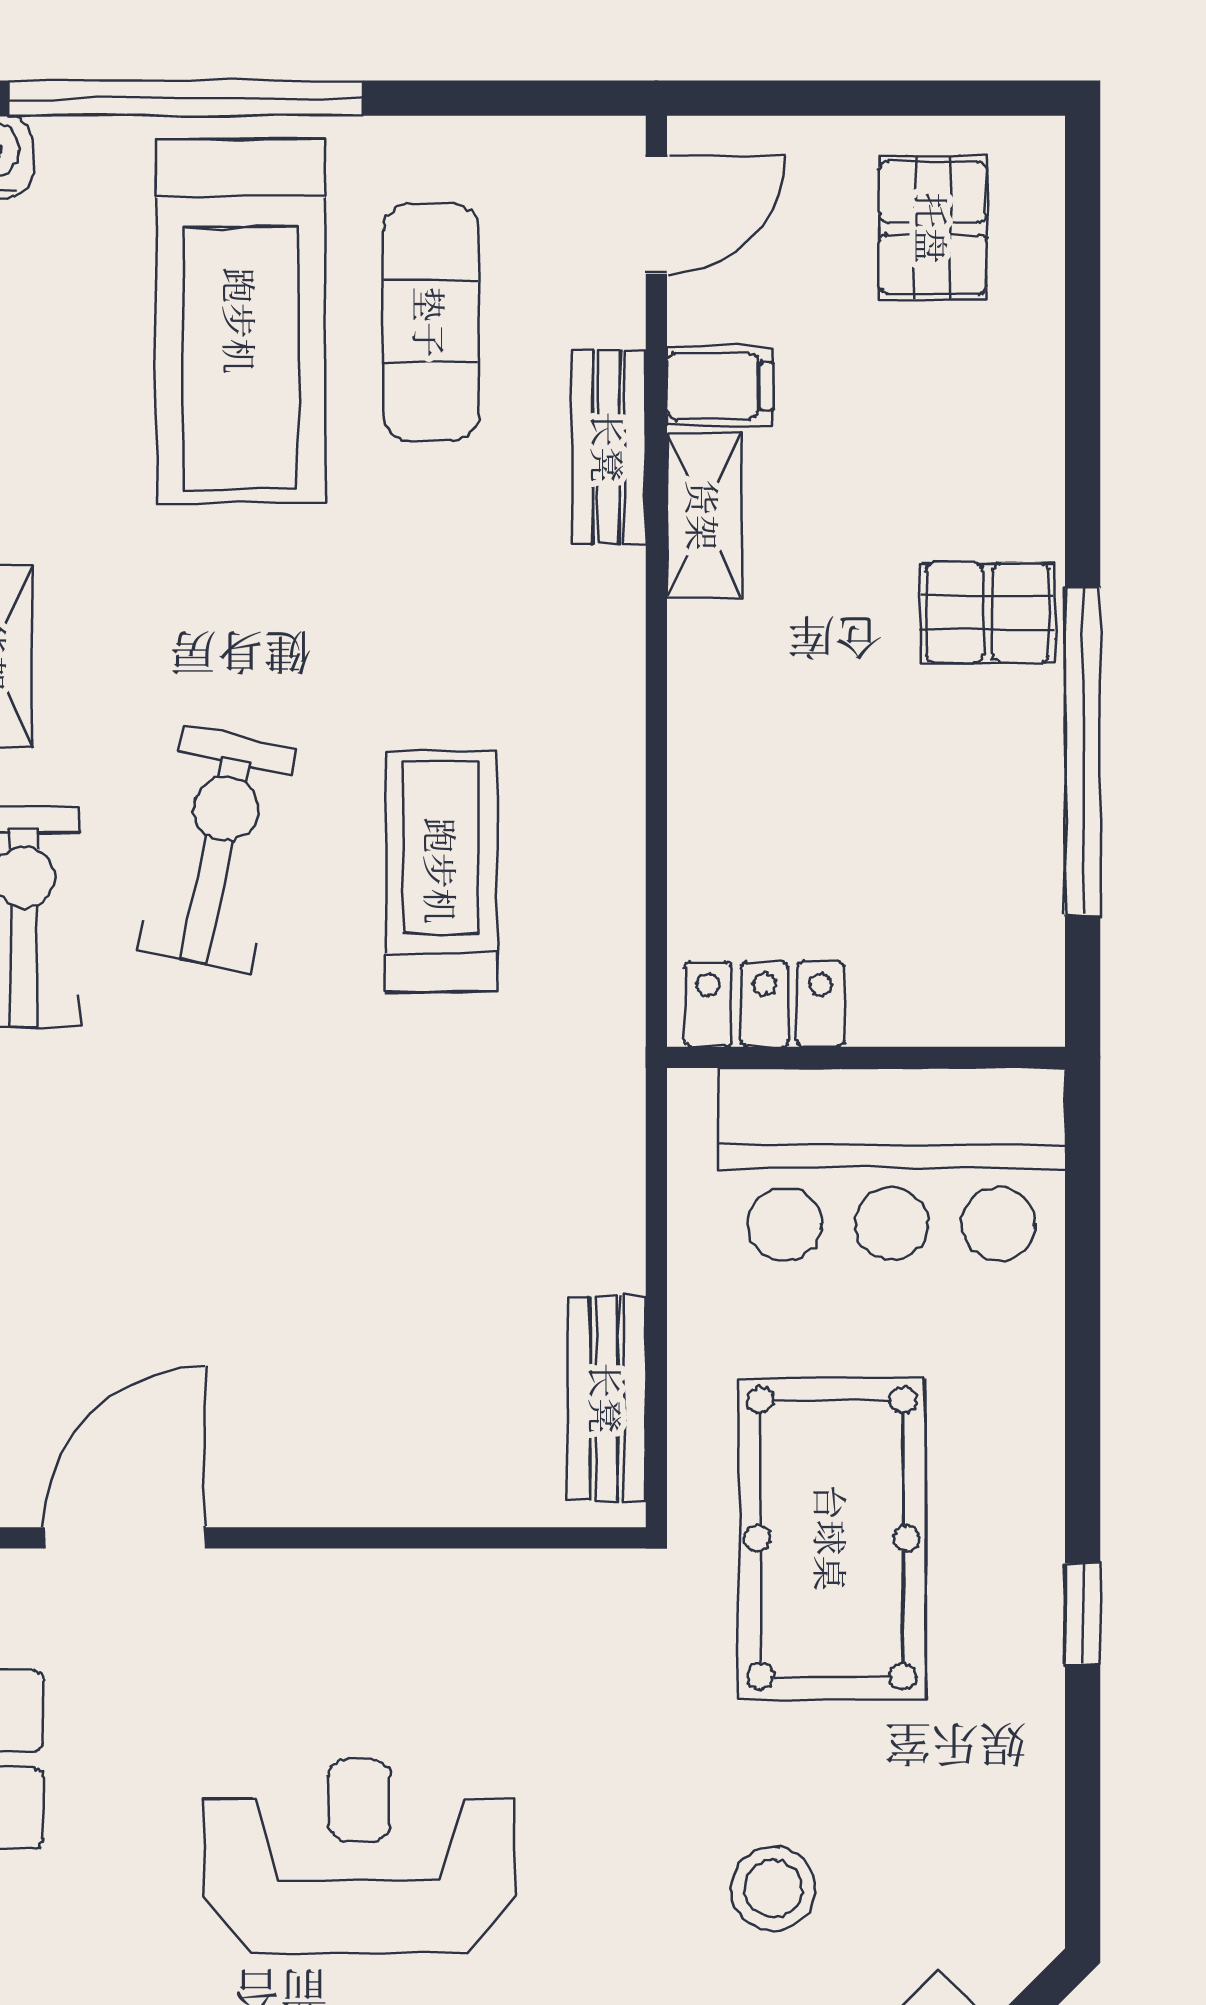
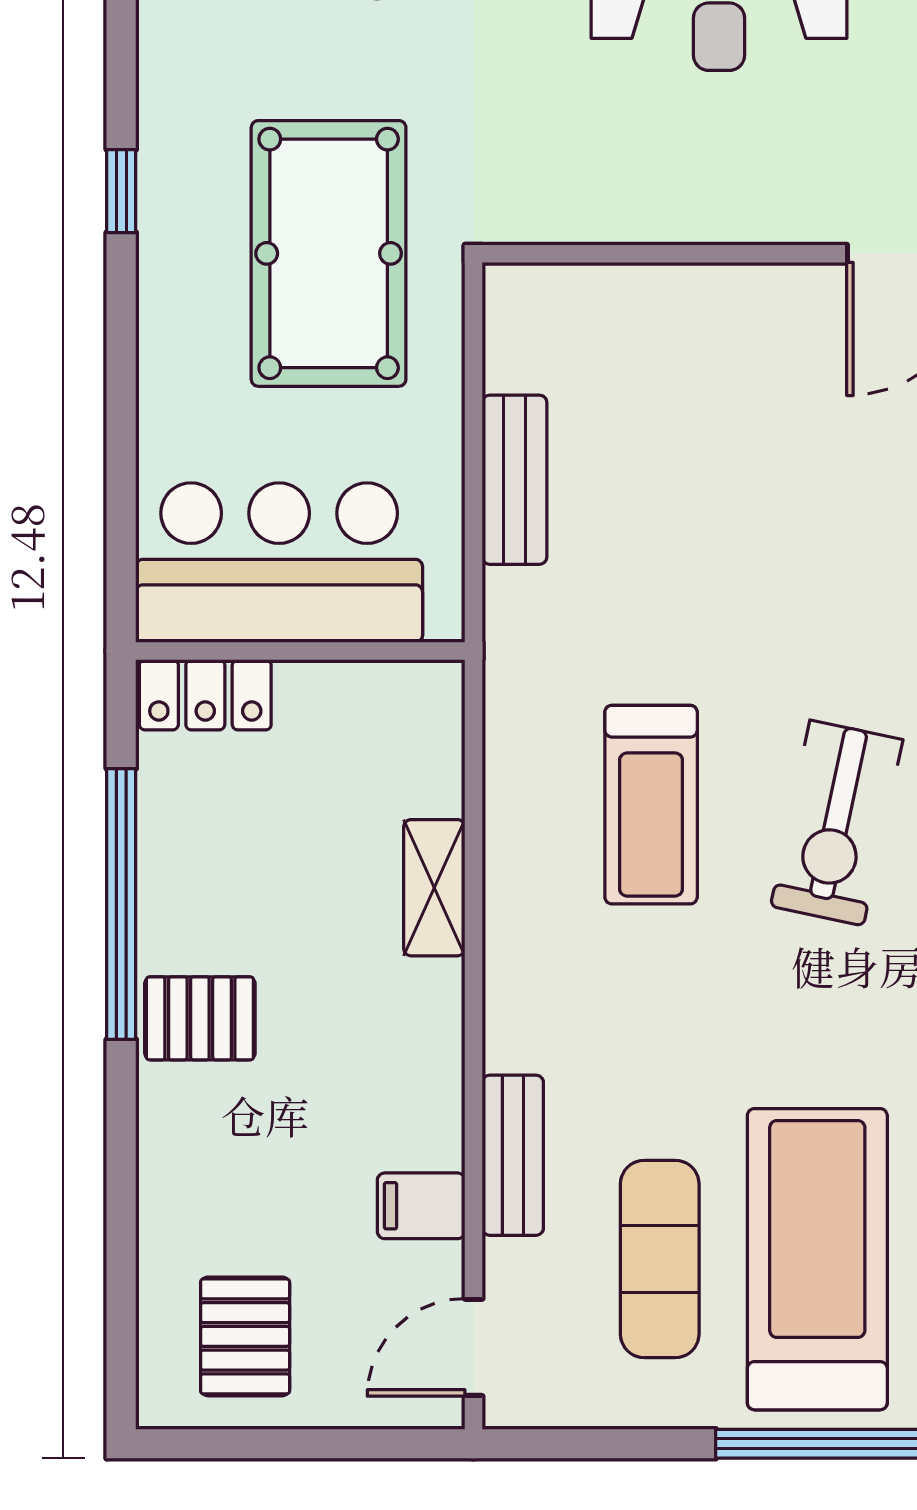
shelving: (704, 515) -> (434, 888), moved
locker: (764, 1004) -> (205, 695), moved
bench: (607, 1398) -> (515, 480), moved

